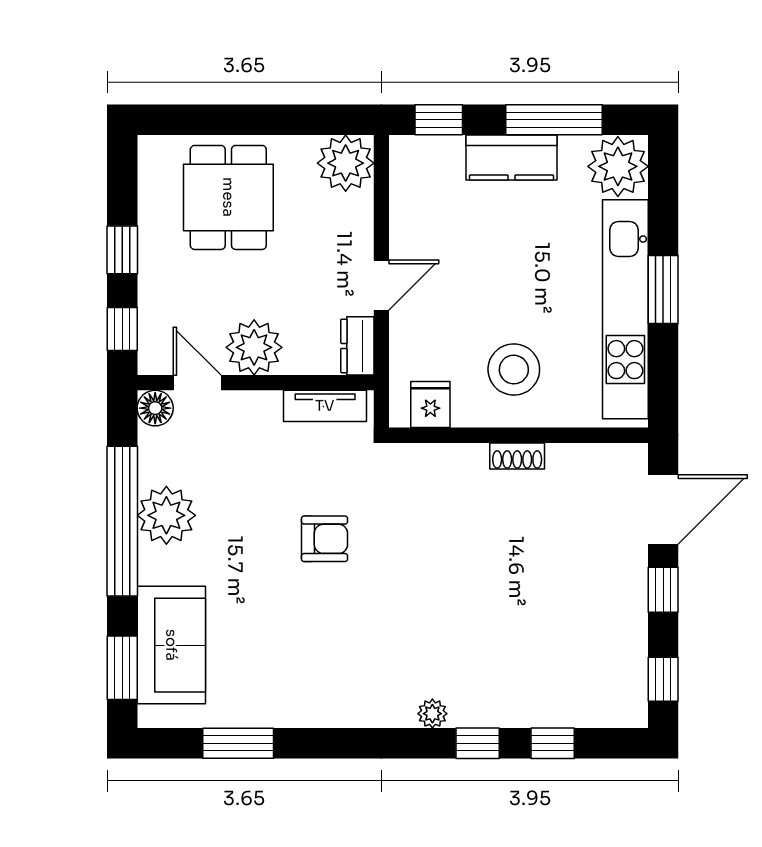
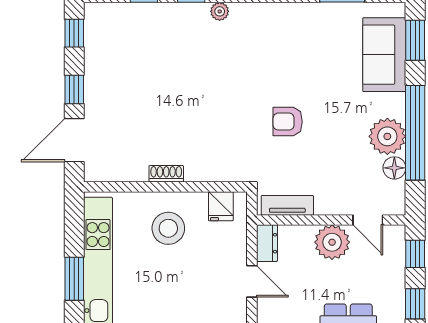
door: (381, 285) -> (252, 281), swing flipped
floor lamp: (155, 408) -> (394, 168), moved

